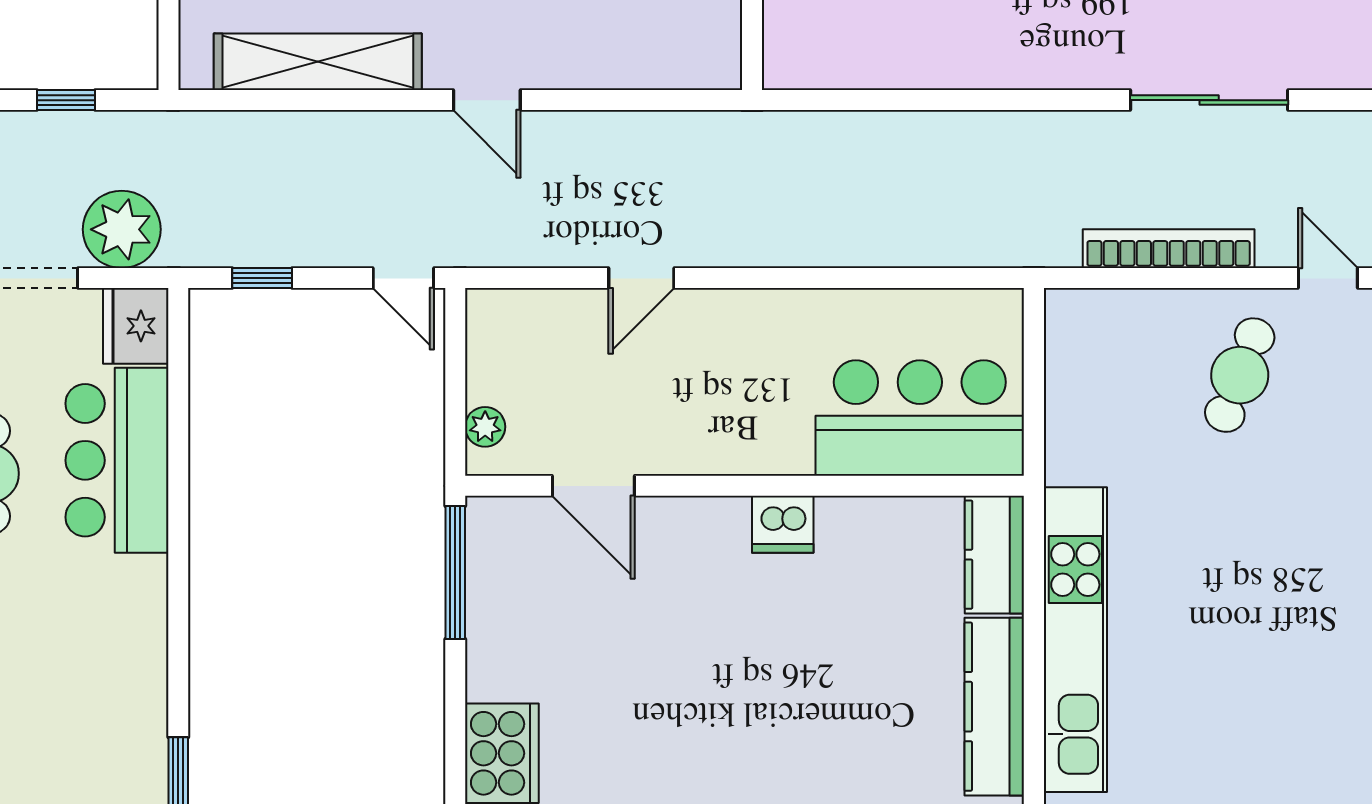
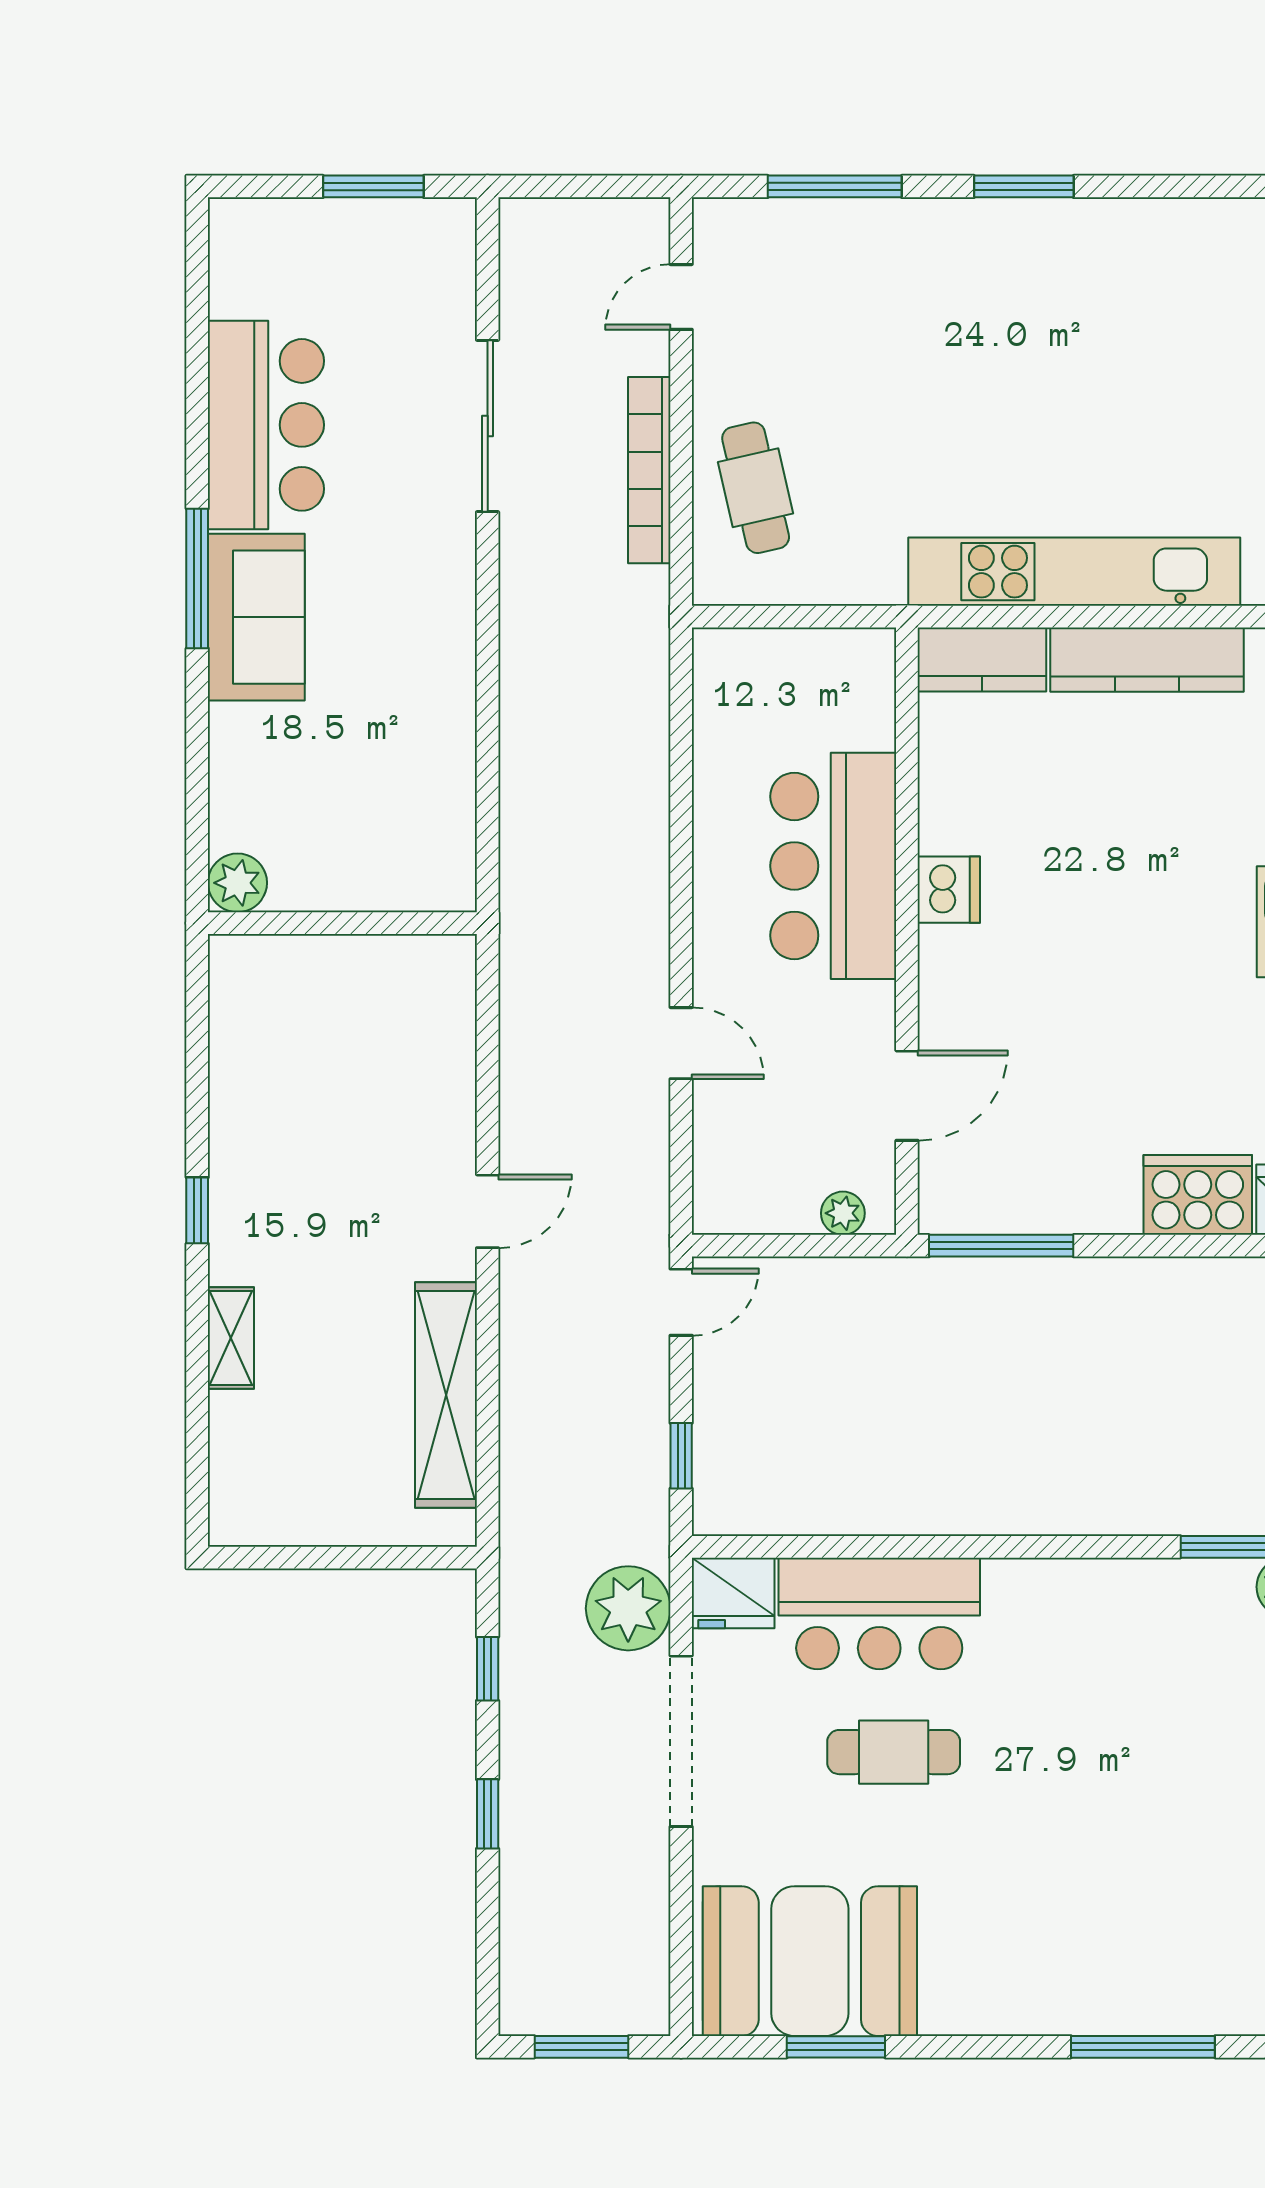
cafe table: (1240, 375) -> (756, 488), moved, turned 56
bar counter: (920, 418) -> (833, 866), moved

